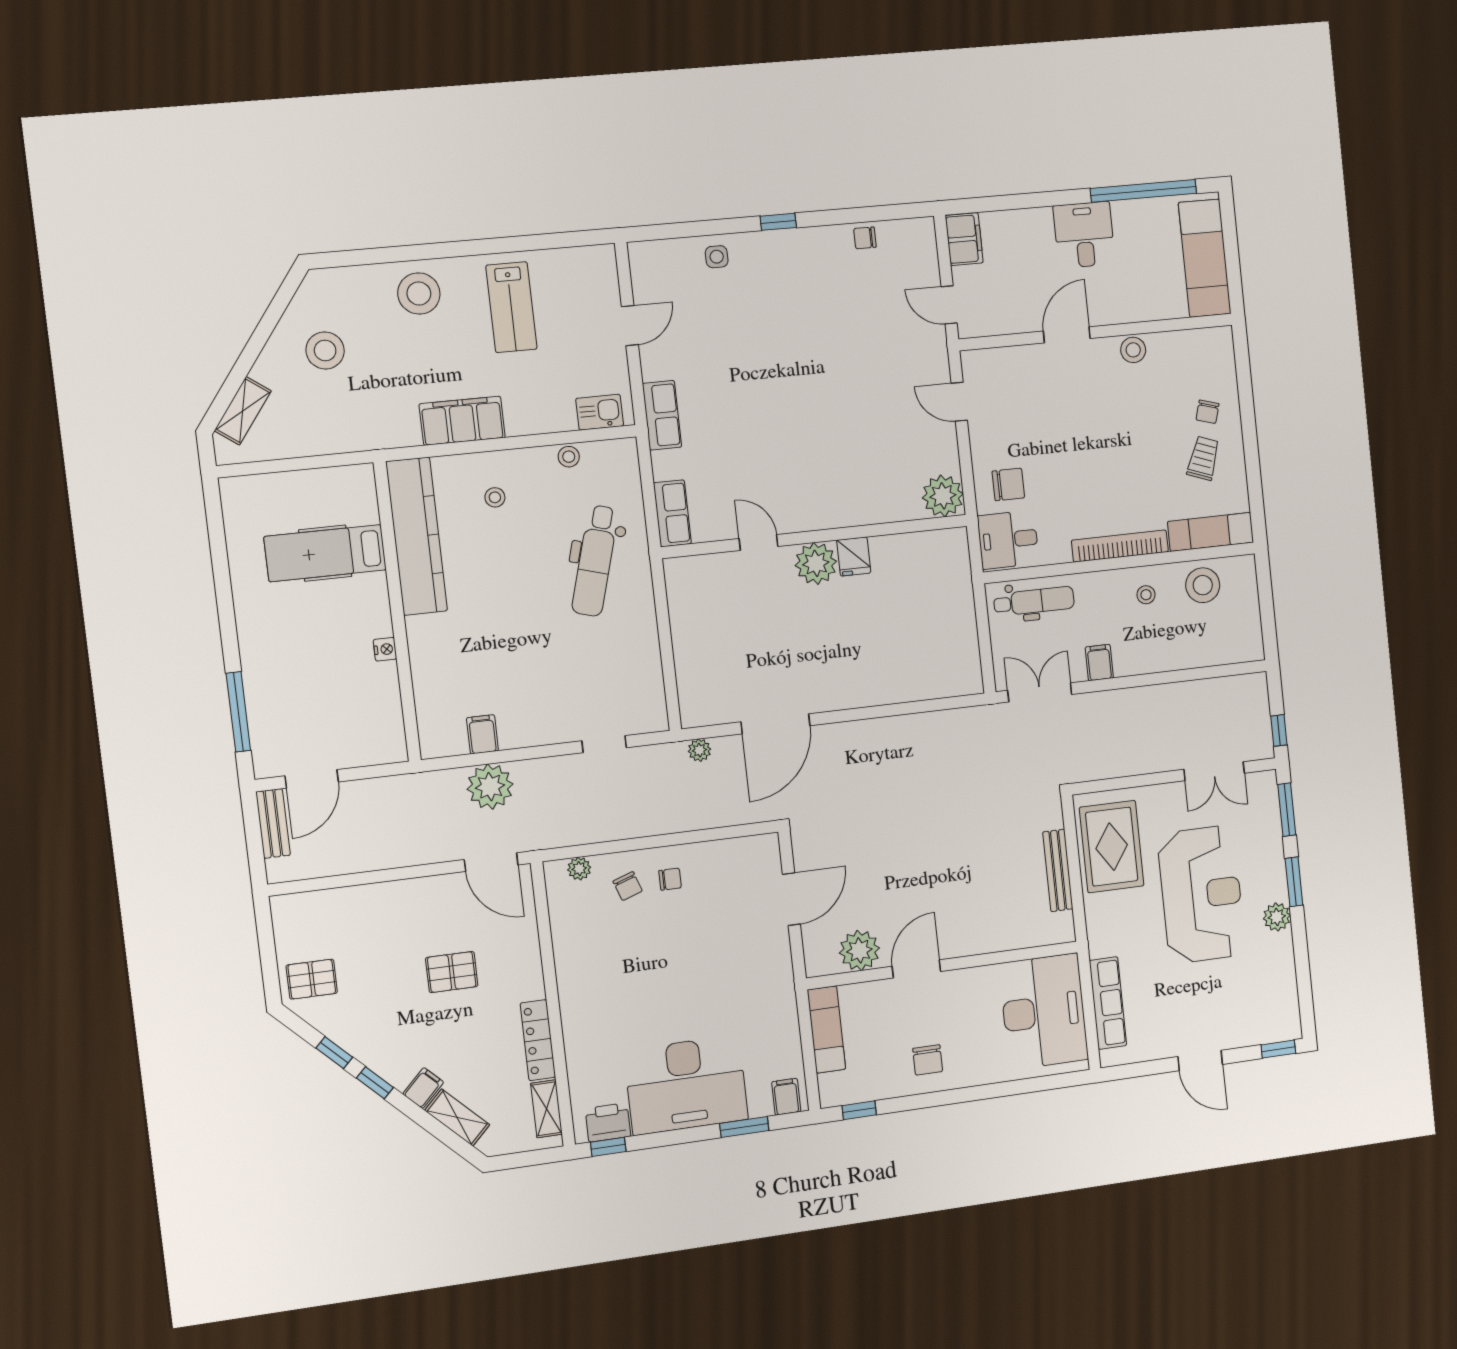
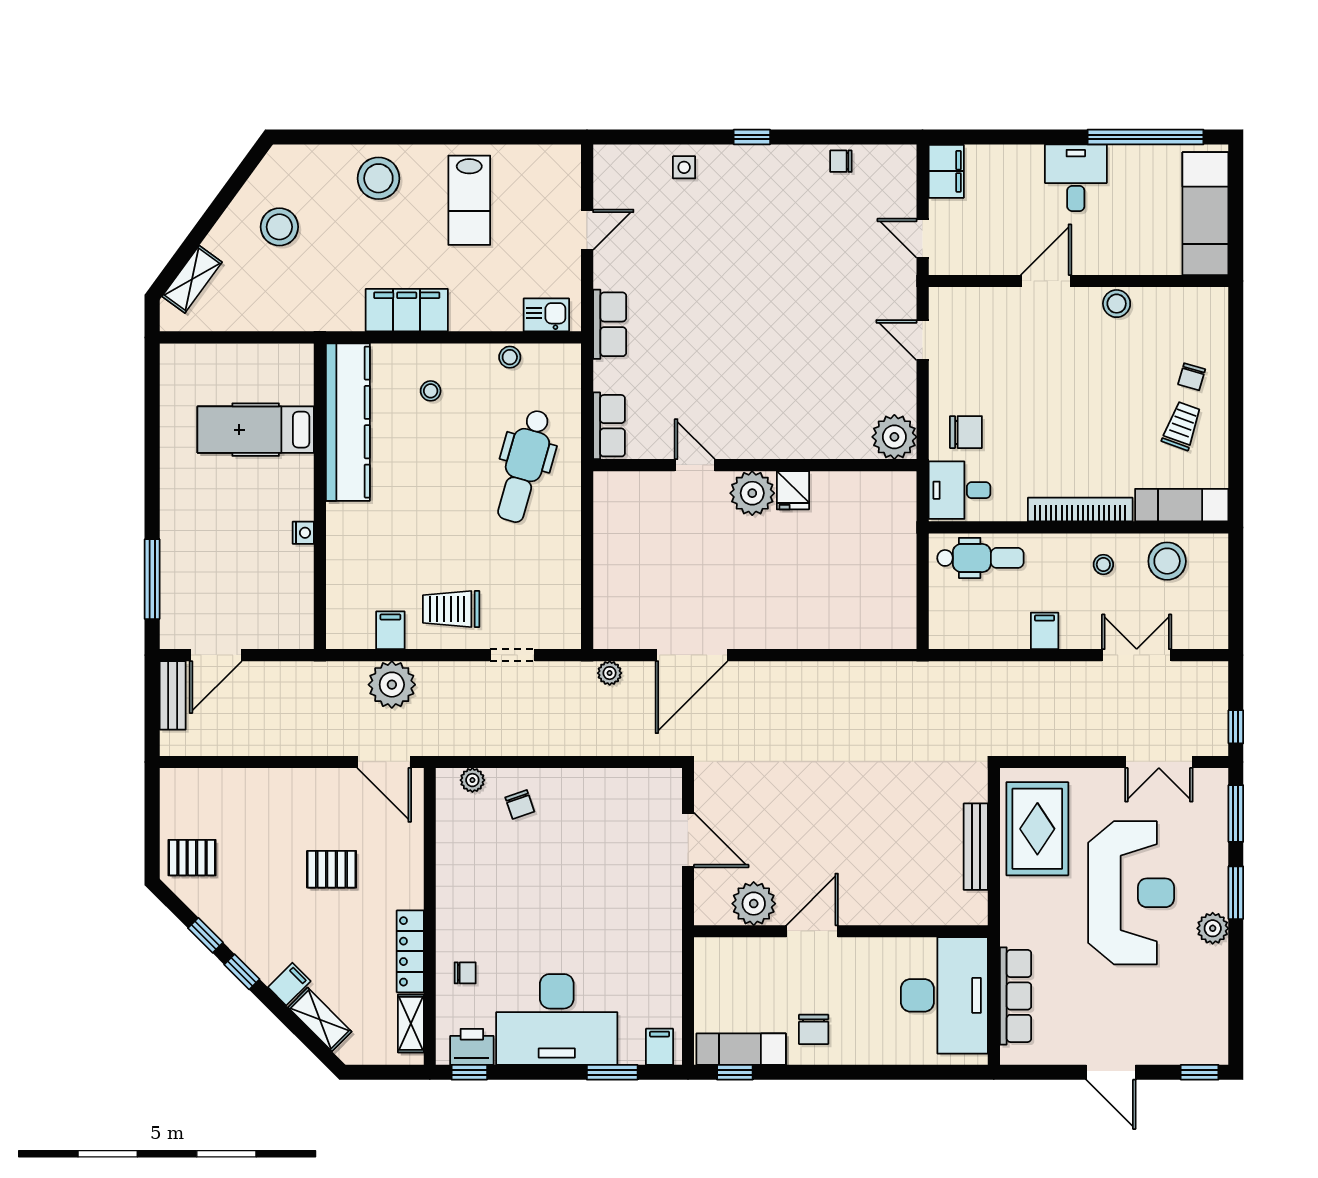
double door: (1040, 692) -> (1137, 655), moved
trolley: (539, 707) -> (451, 609), added
chair: (670, 879) -> (465, 973), moved
door: (791, 899) -> (688, 840), hinge flipped
exam couch: (826, 1029) -> (741, 1049), moved, turned -90

